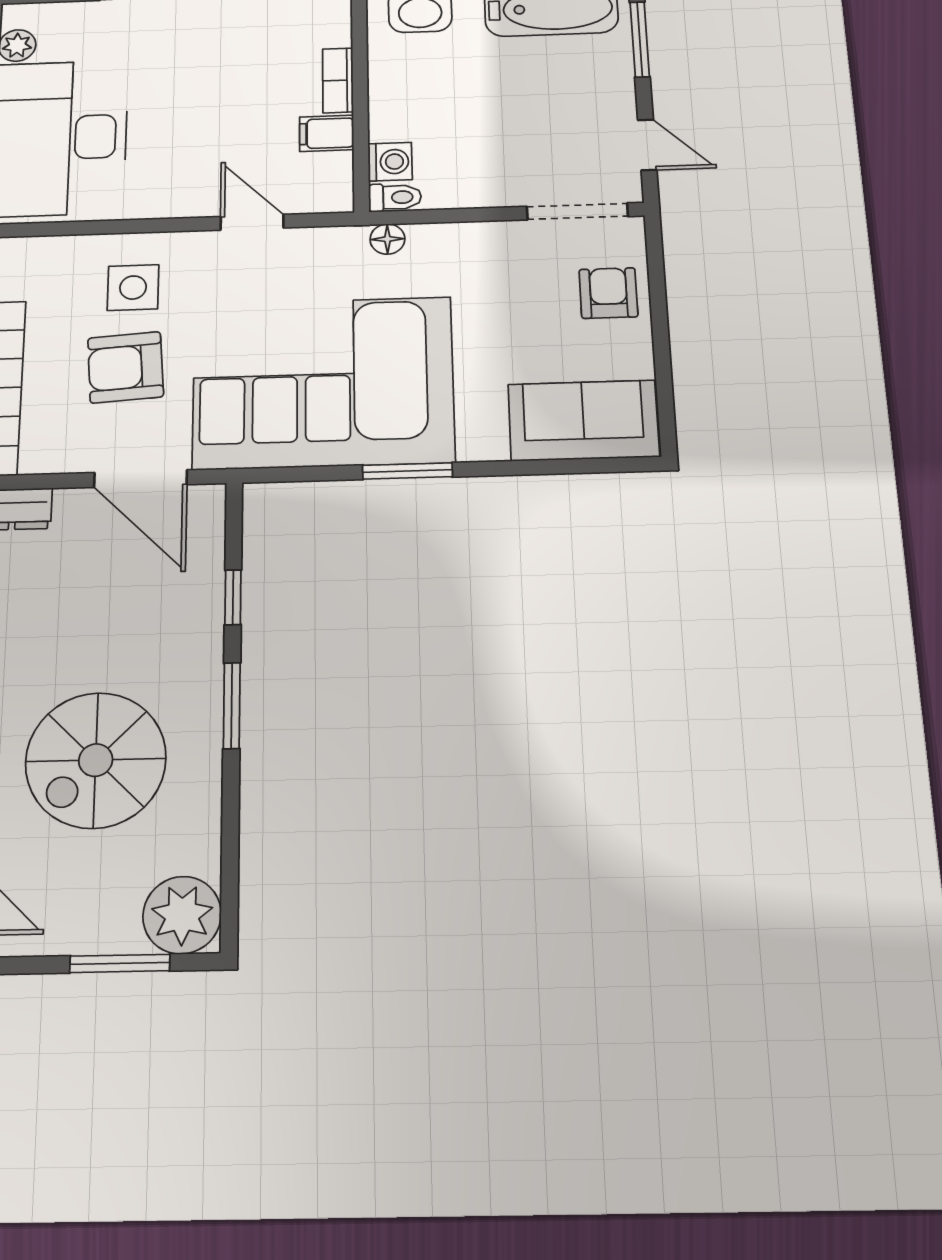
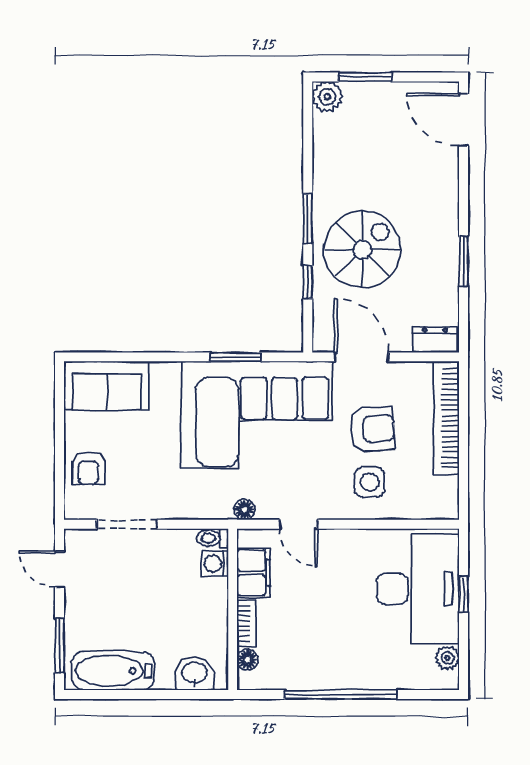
floor lamp: (336, 32) -> (247, 660), added
filing cabinet: (327, 133) -> (254, 573), width x2.00
doorway: (577, 211) -> (127, 524), moved
floor lamp: (387, 239) -> (244, 510), moved
window: (407, 471) -> (235, 357), moved
spiral stairs: (96, 760) -> (362, 249), moved
plant: (182, 915) -> (327, 97), width x0.73, depth x0.73

